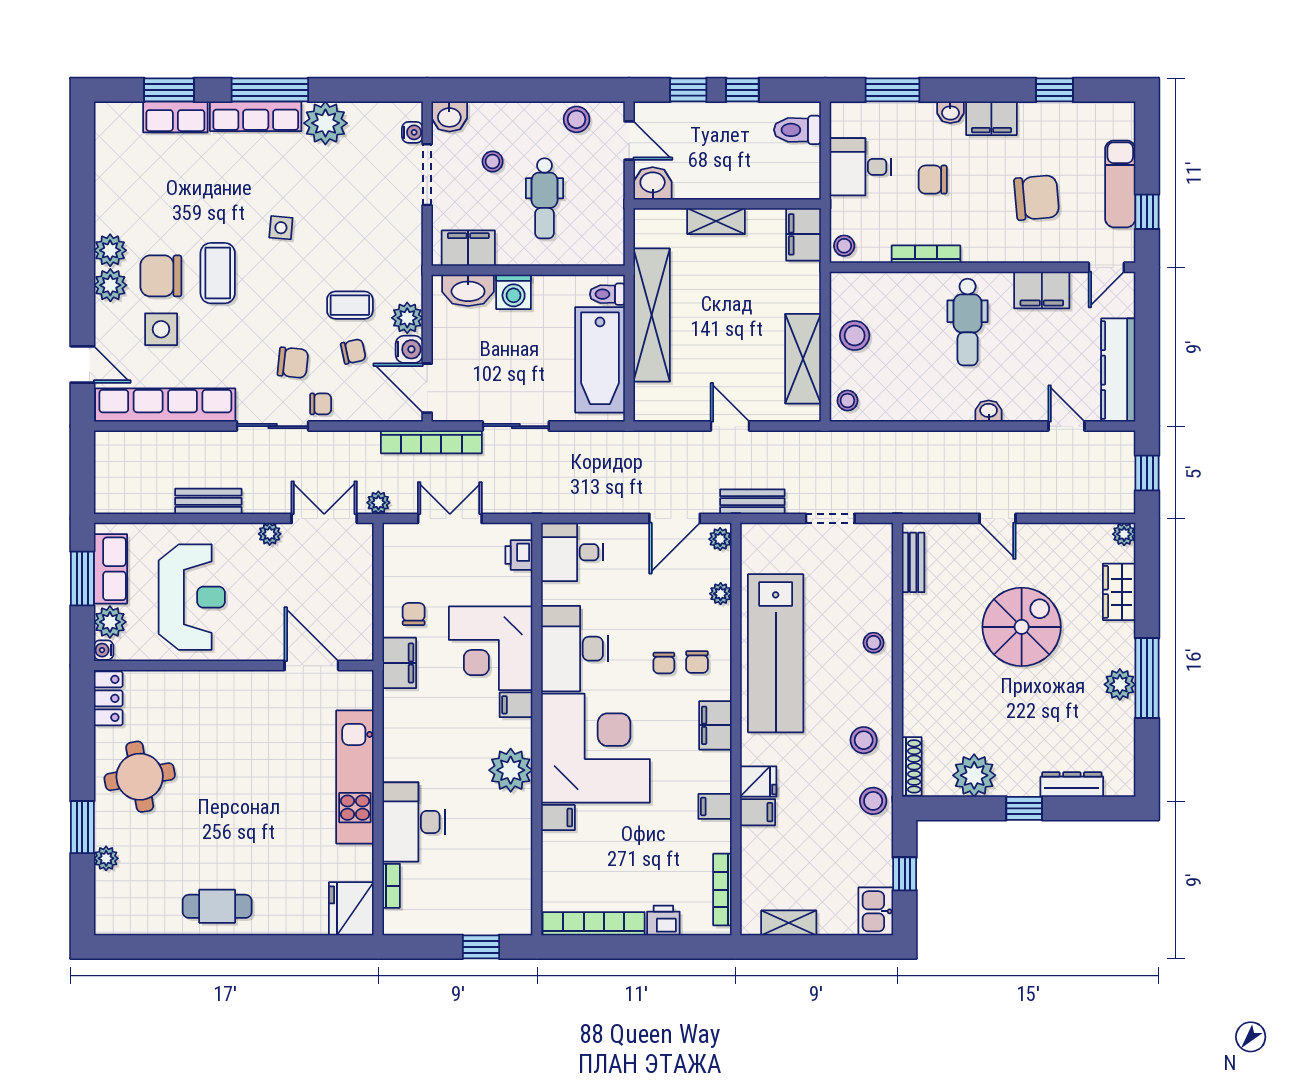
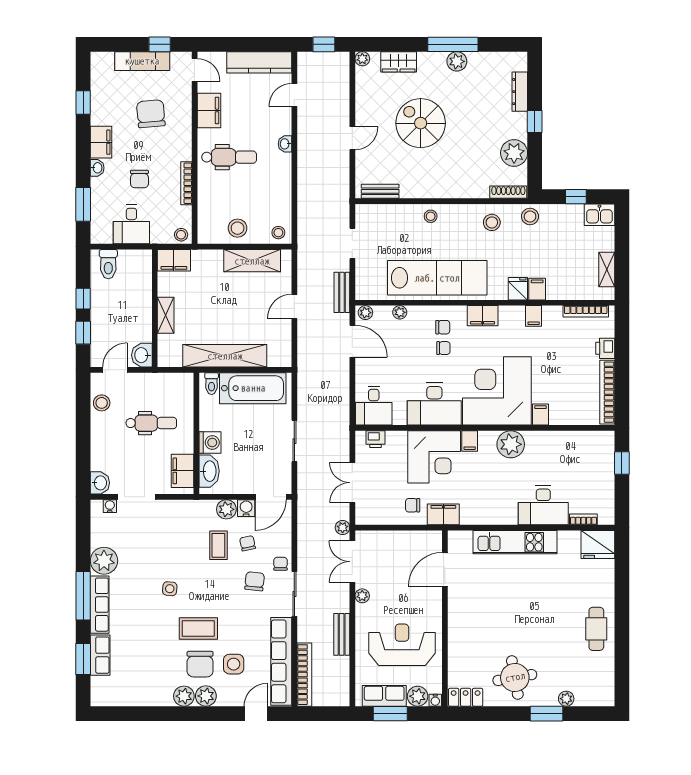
stool: (493, 161) -> (128, 456), removed
bookcase: (431, 442) -> (304, 675), moved

